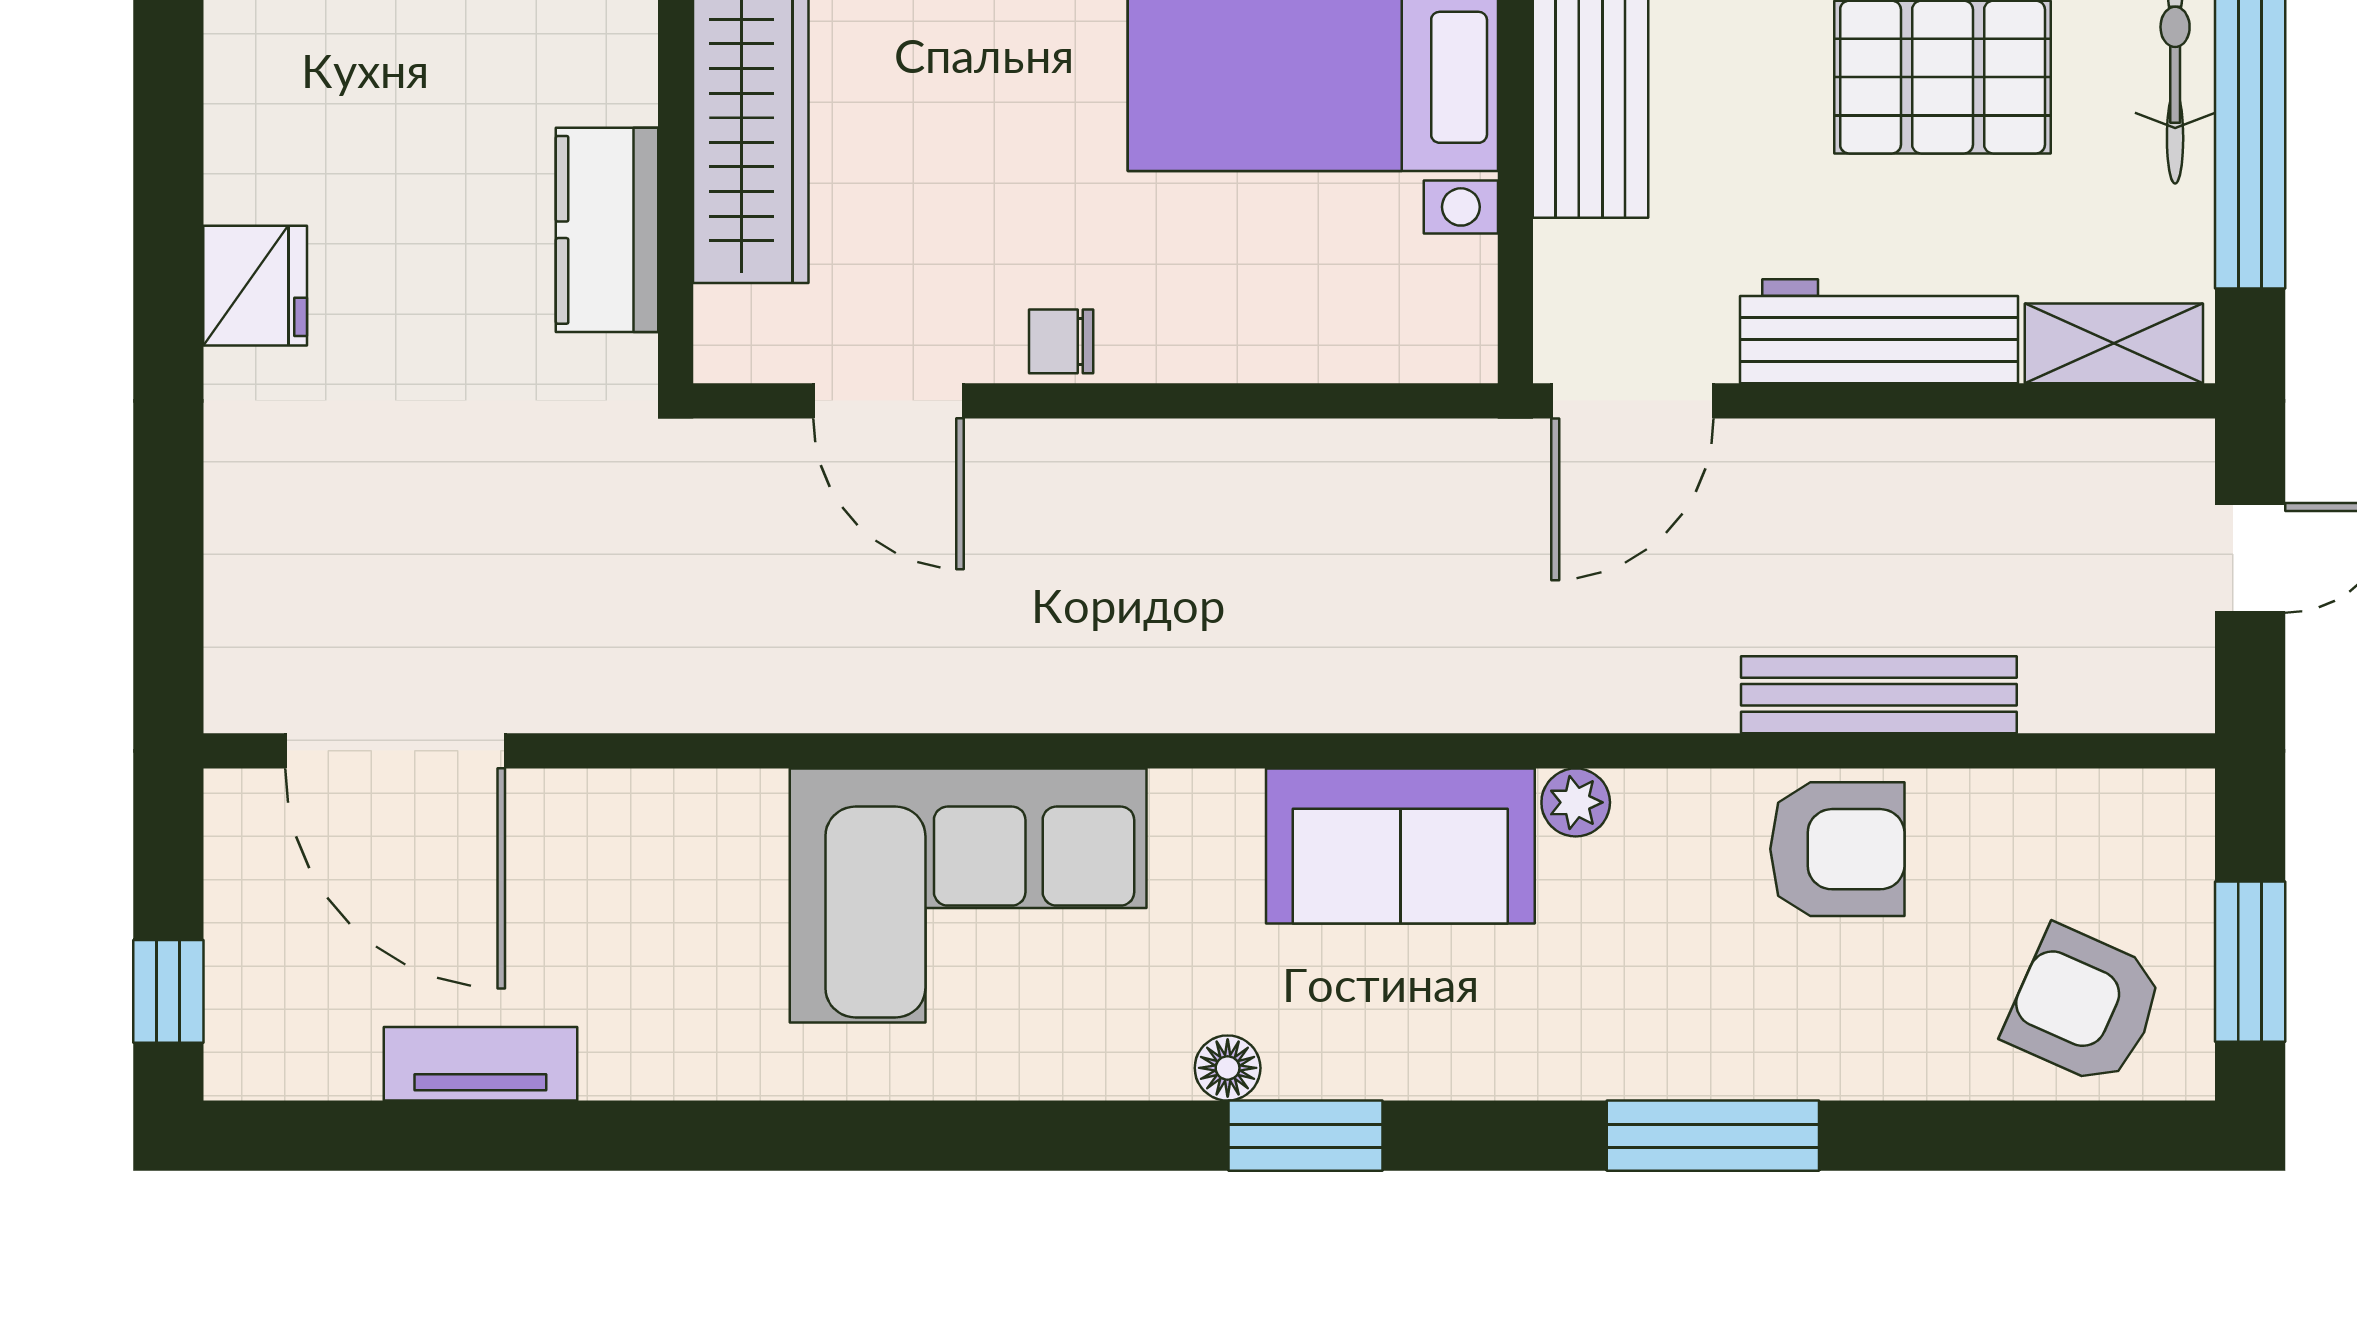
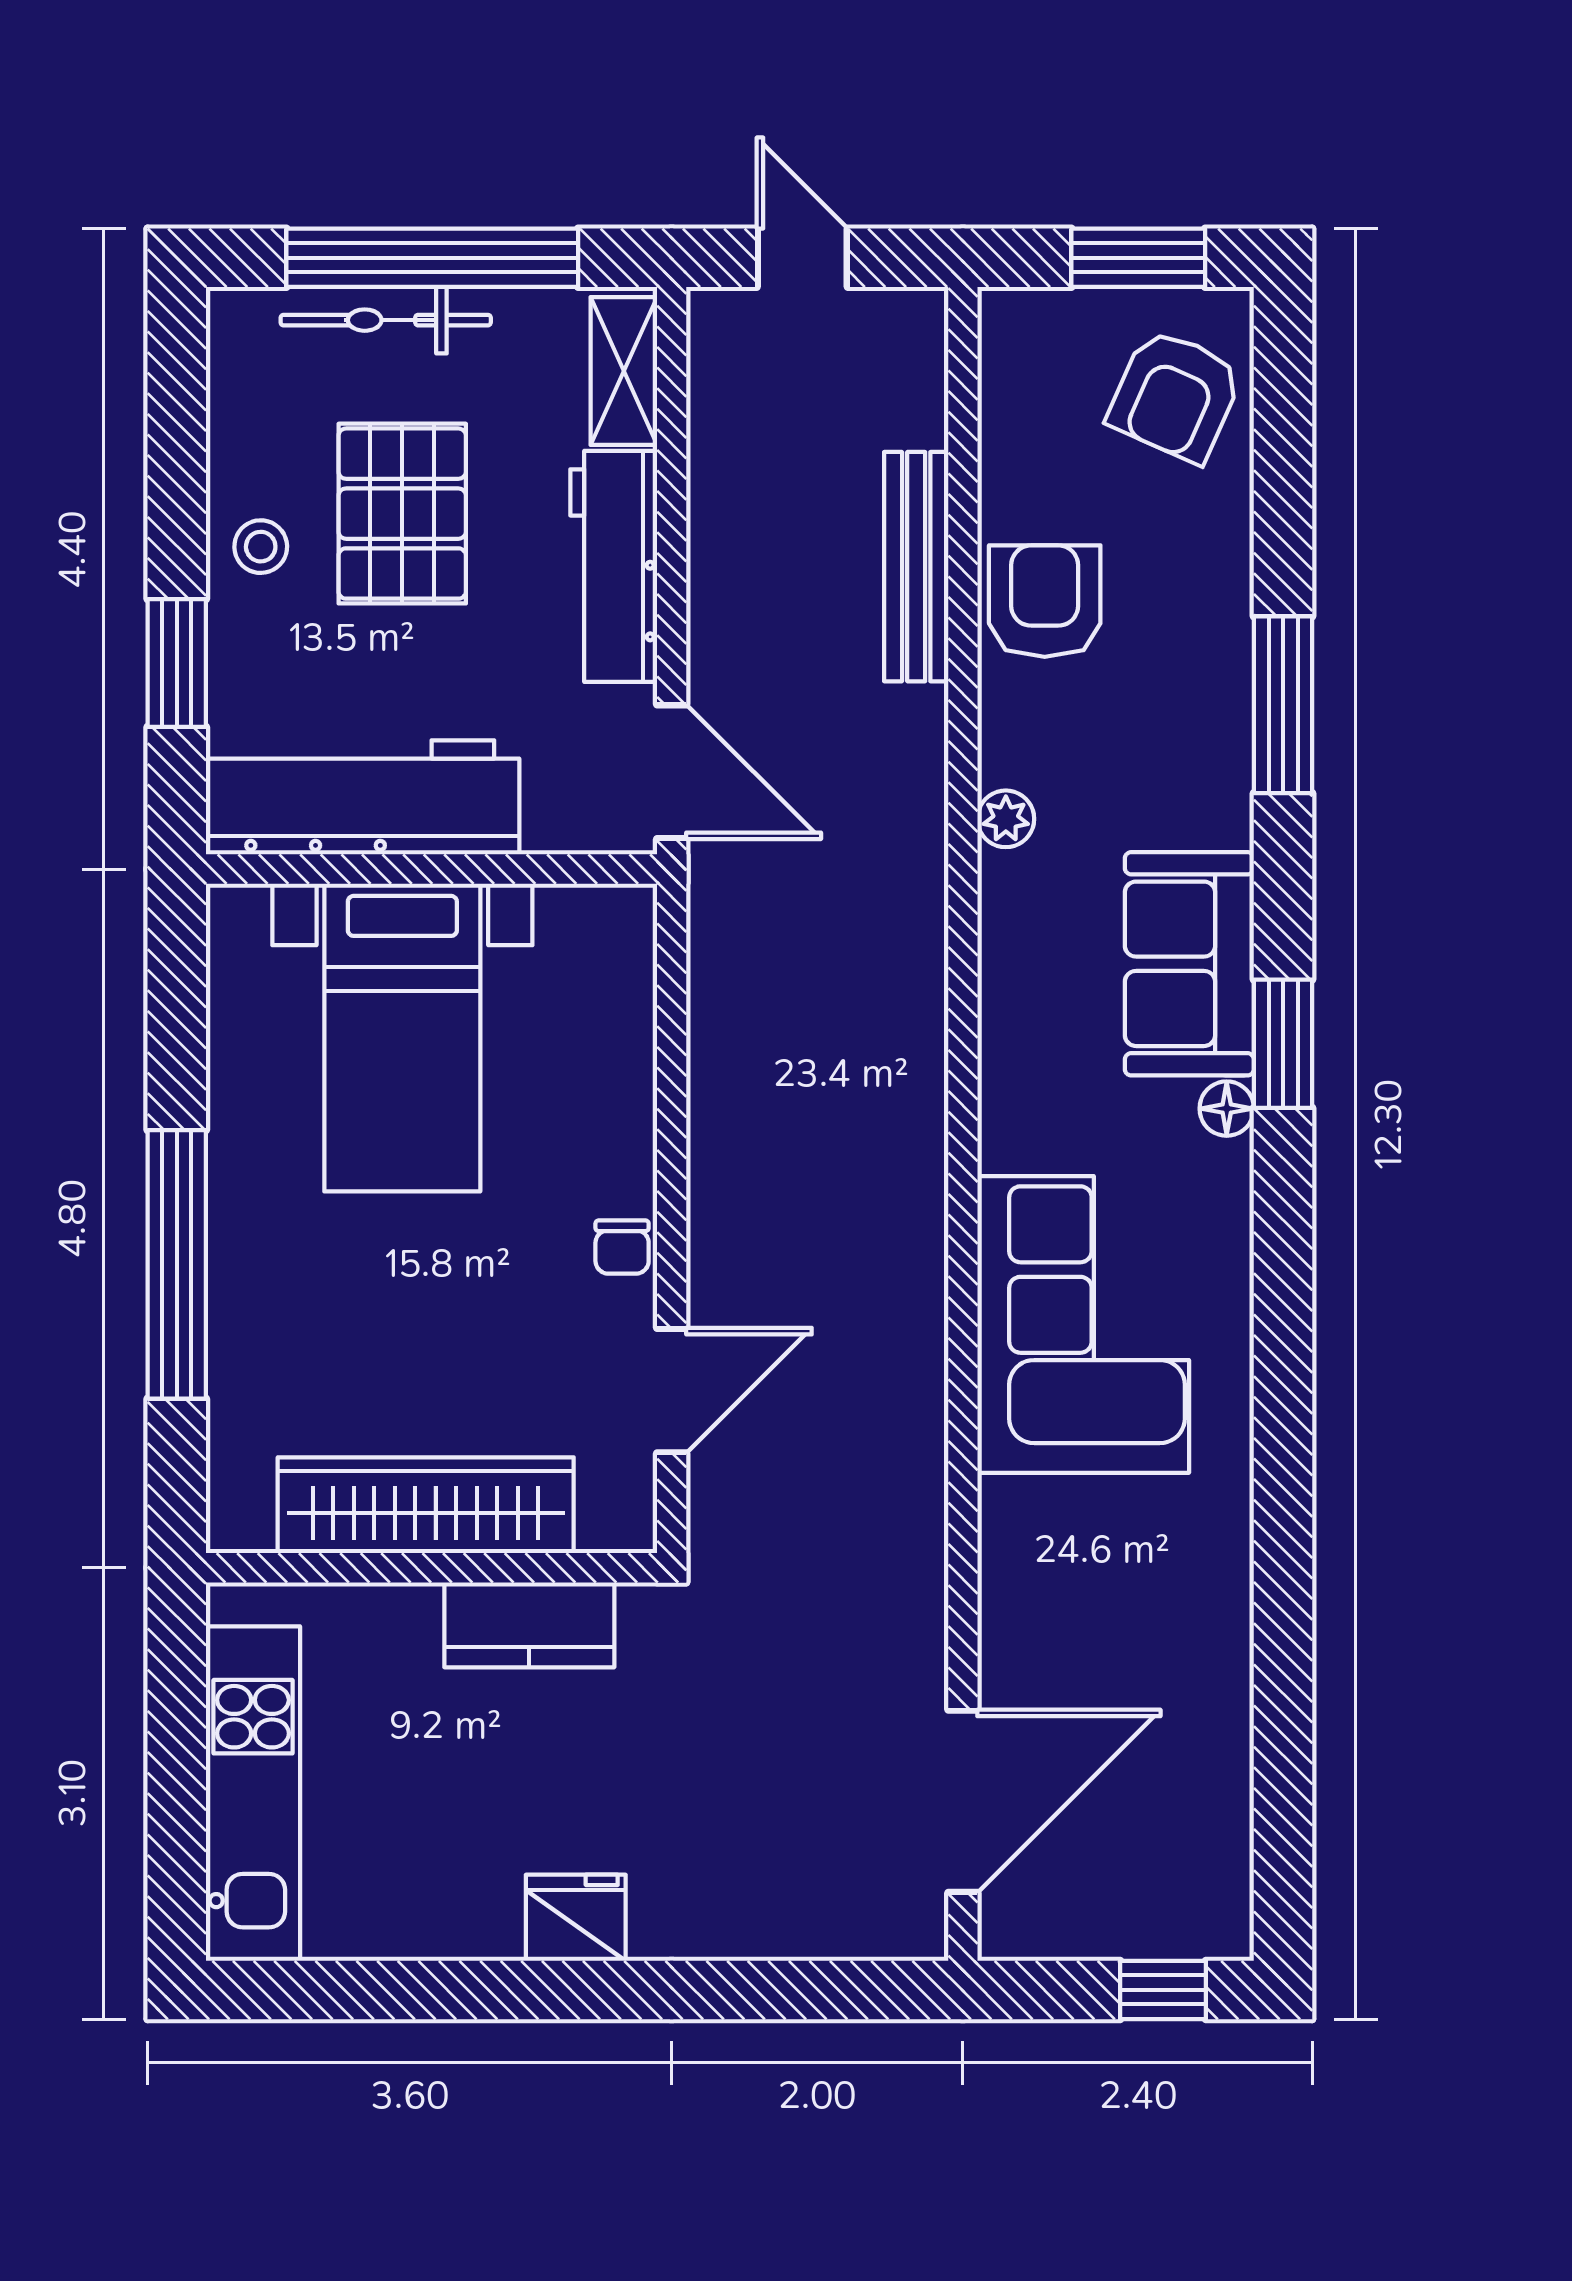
sofa: (1400, 846) -> (1189, 964), moved, turned 180
tv unit: (480, 1064) -> (1223, 1730), removed

